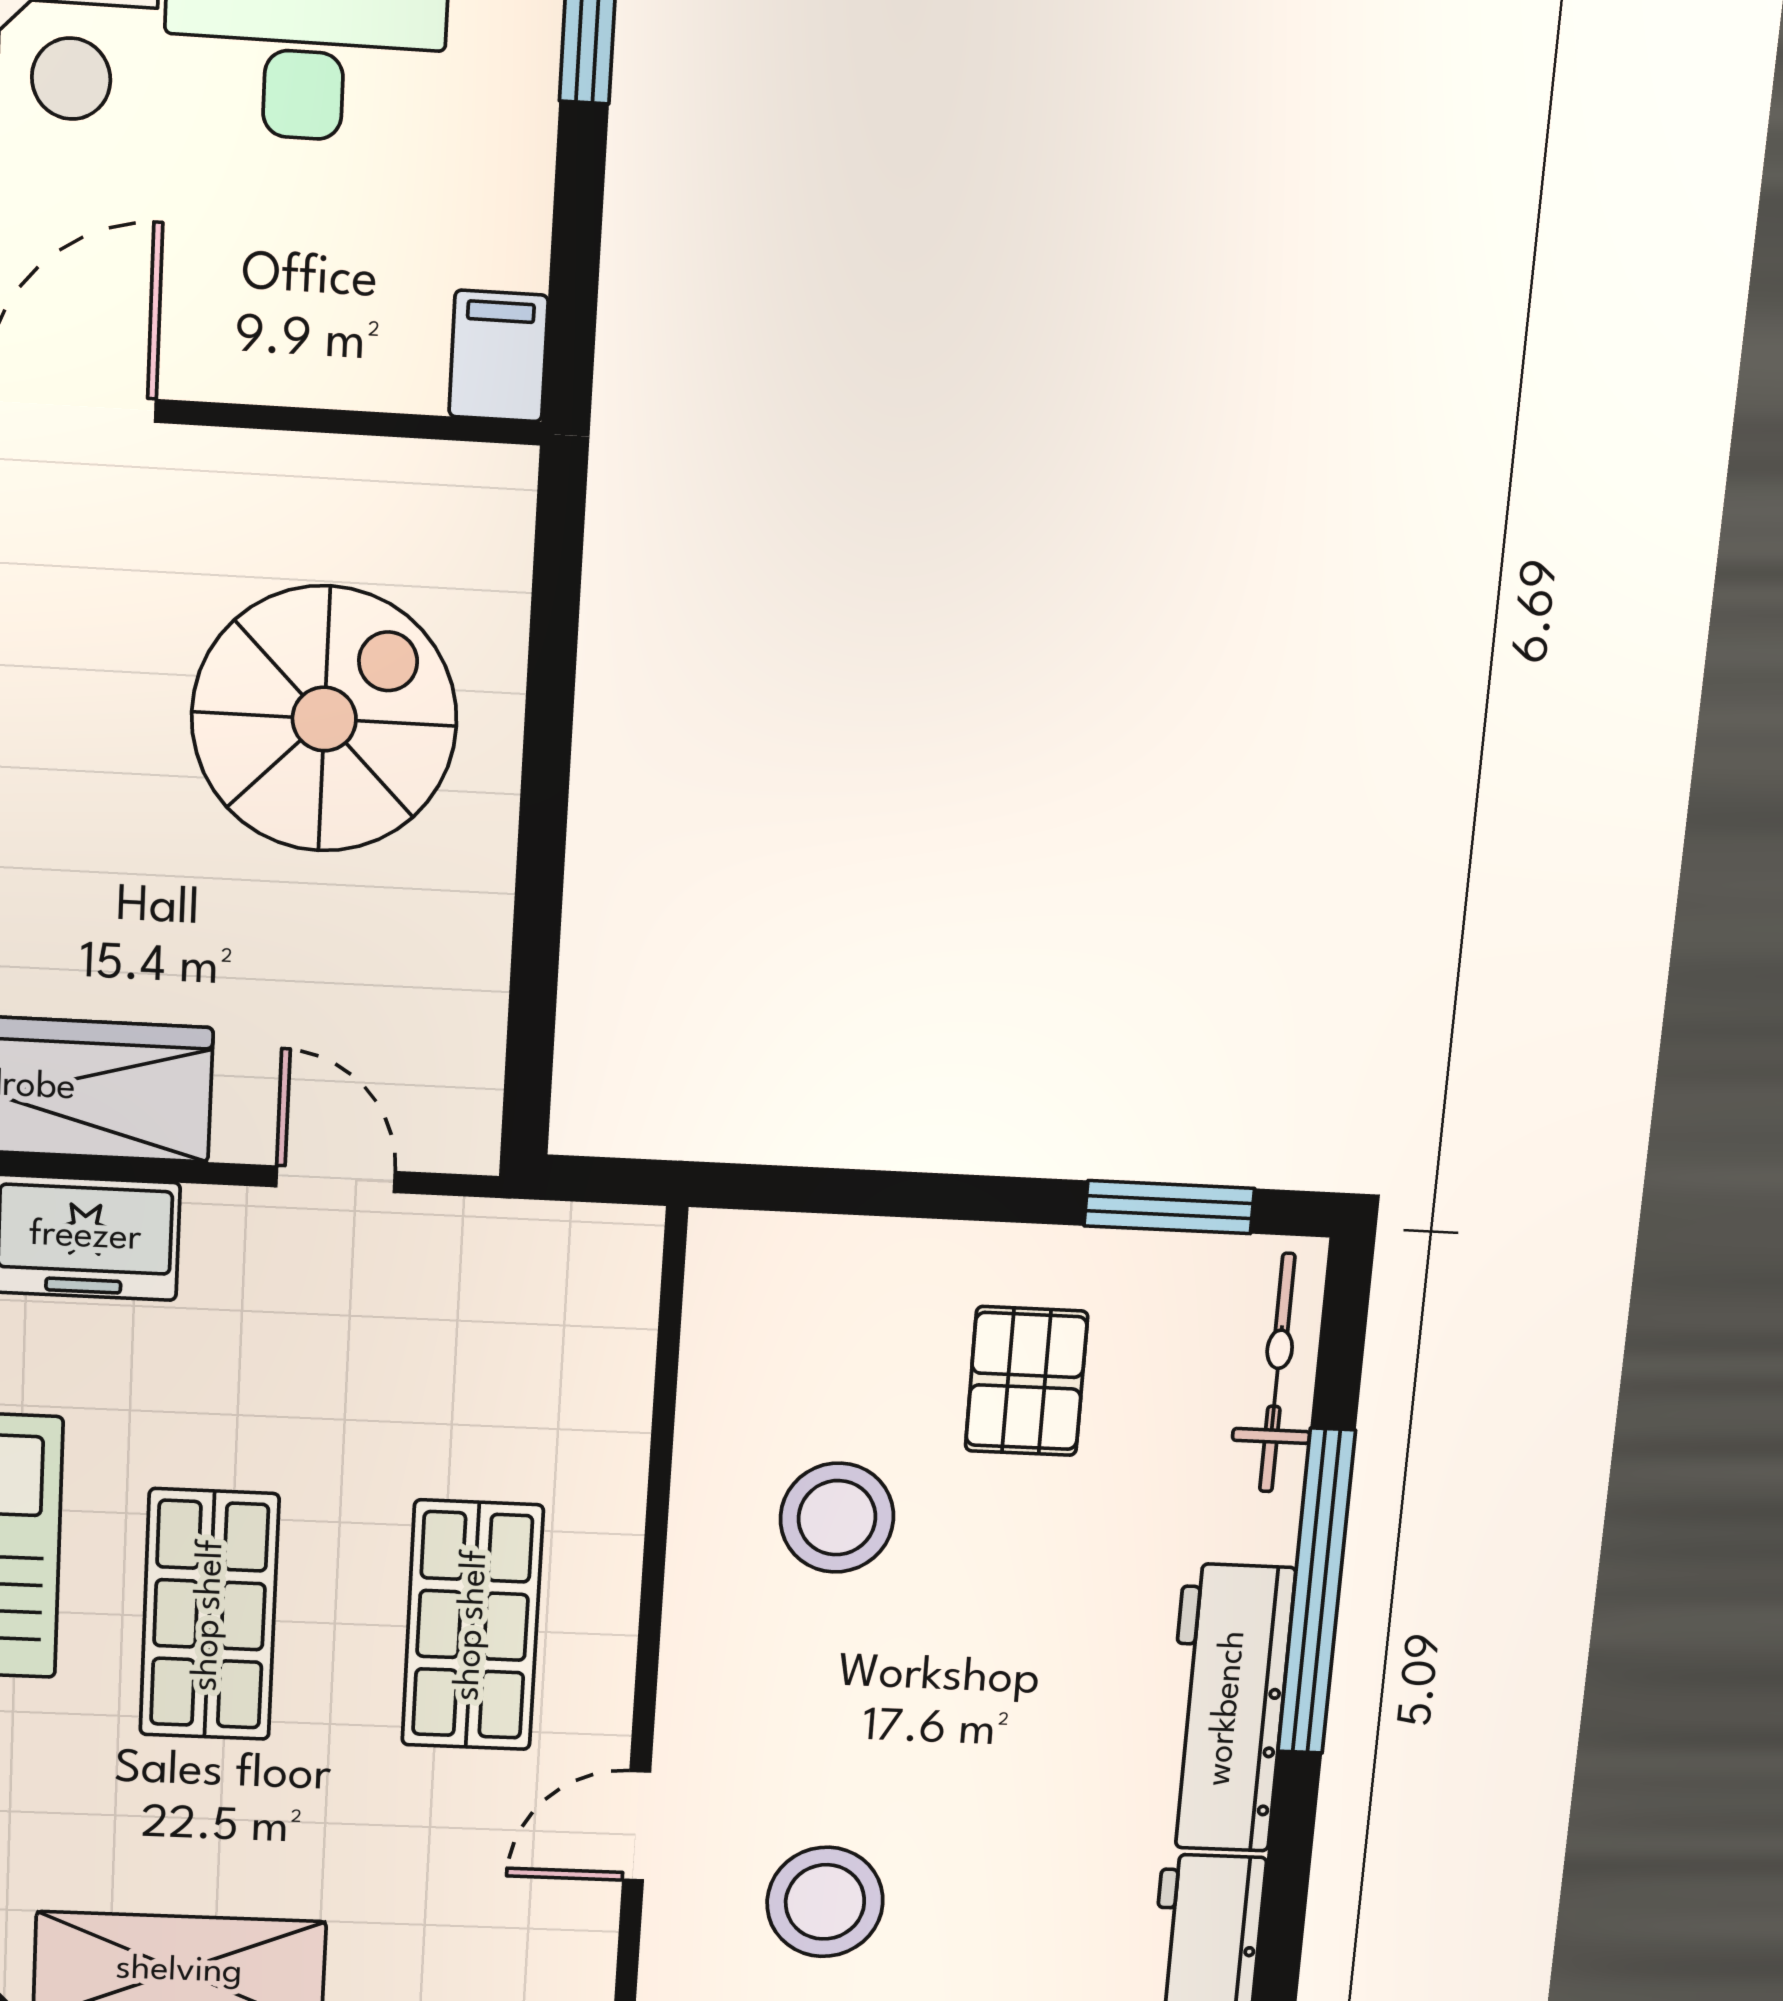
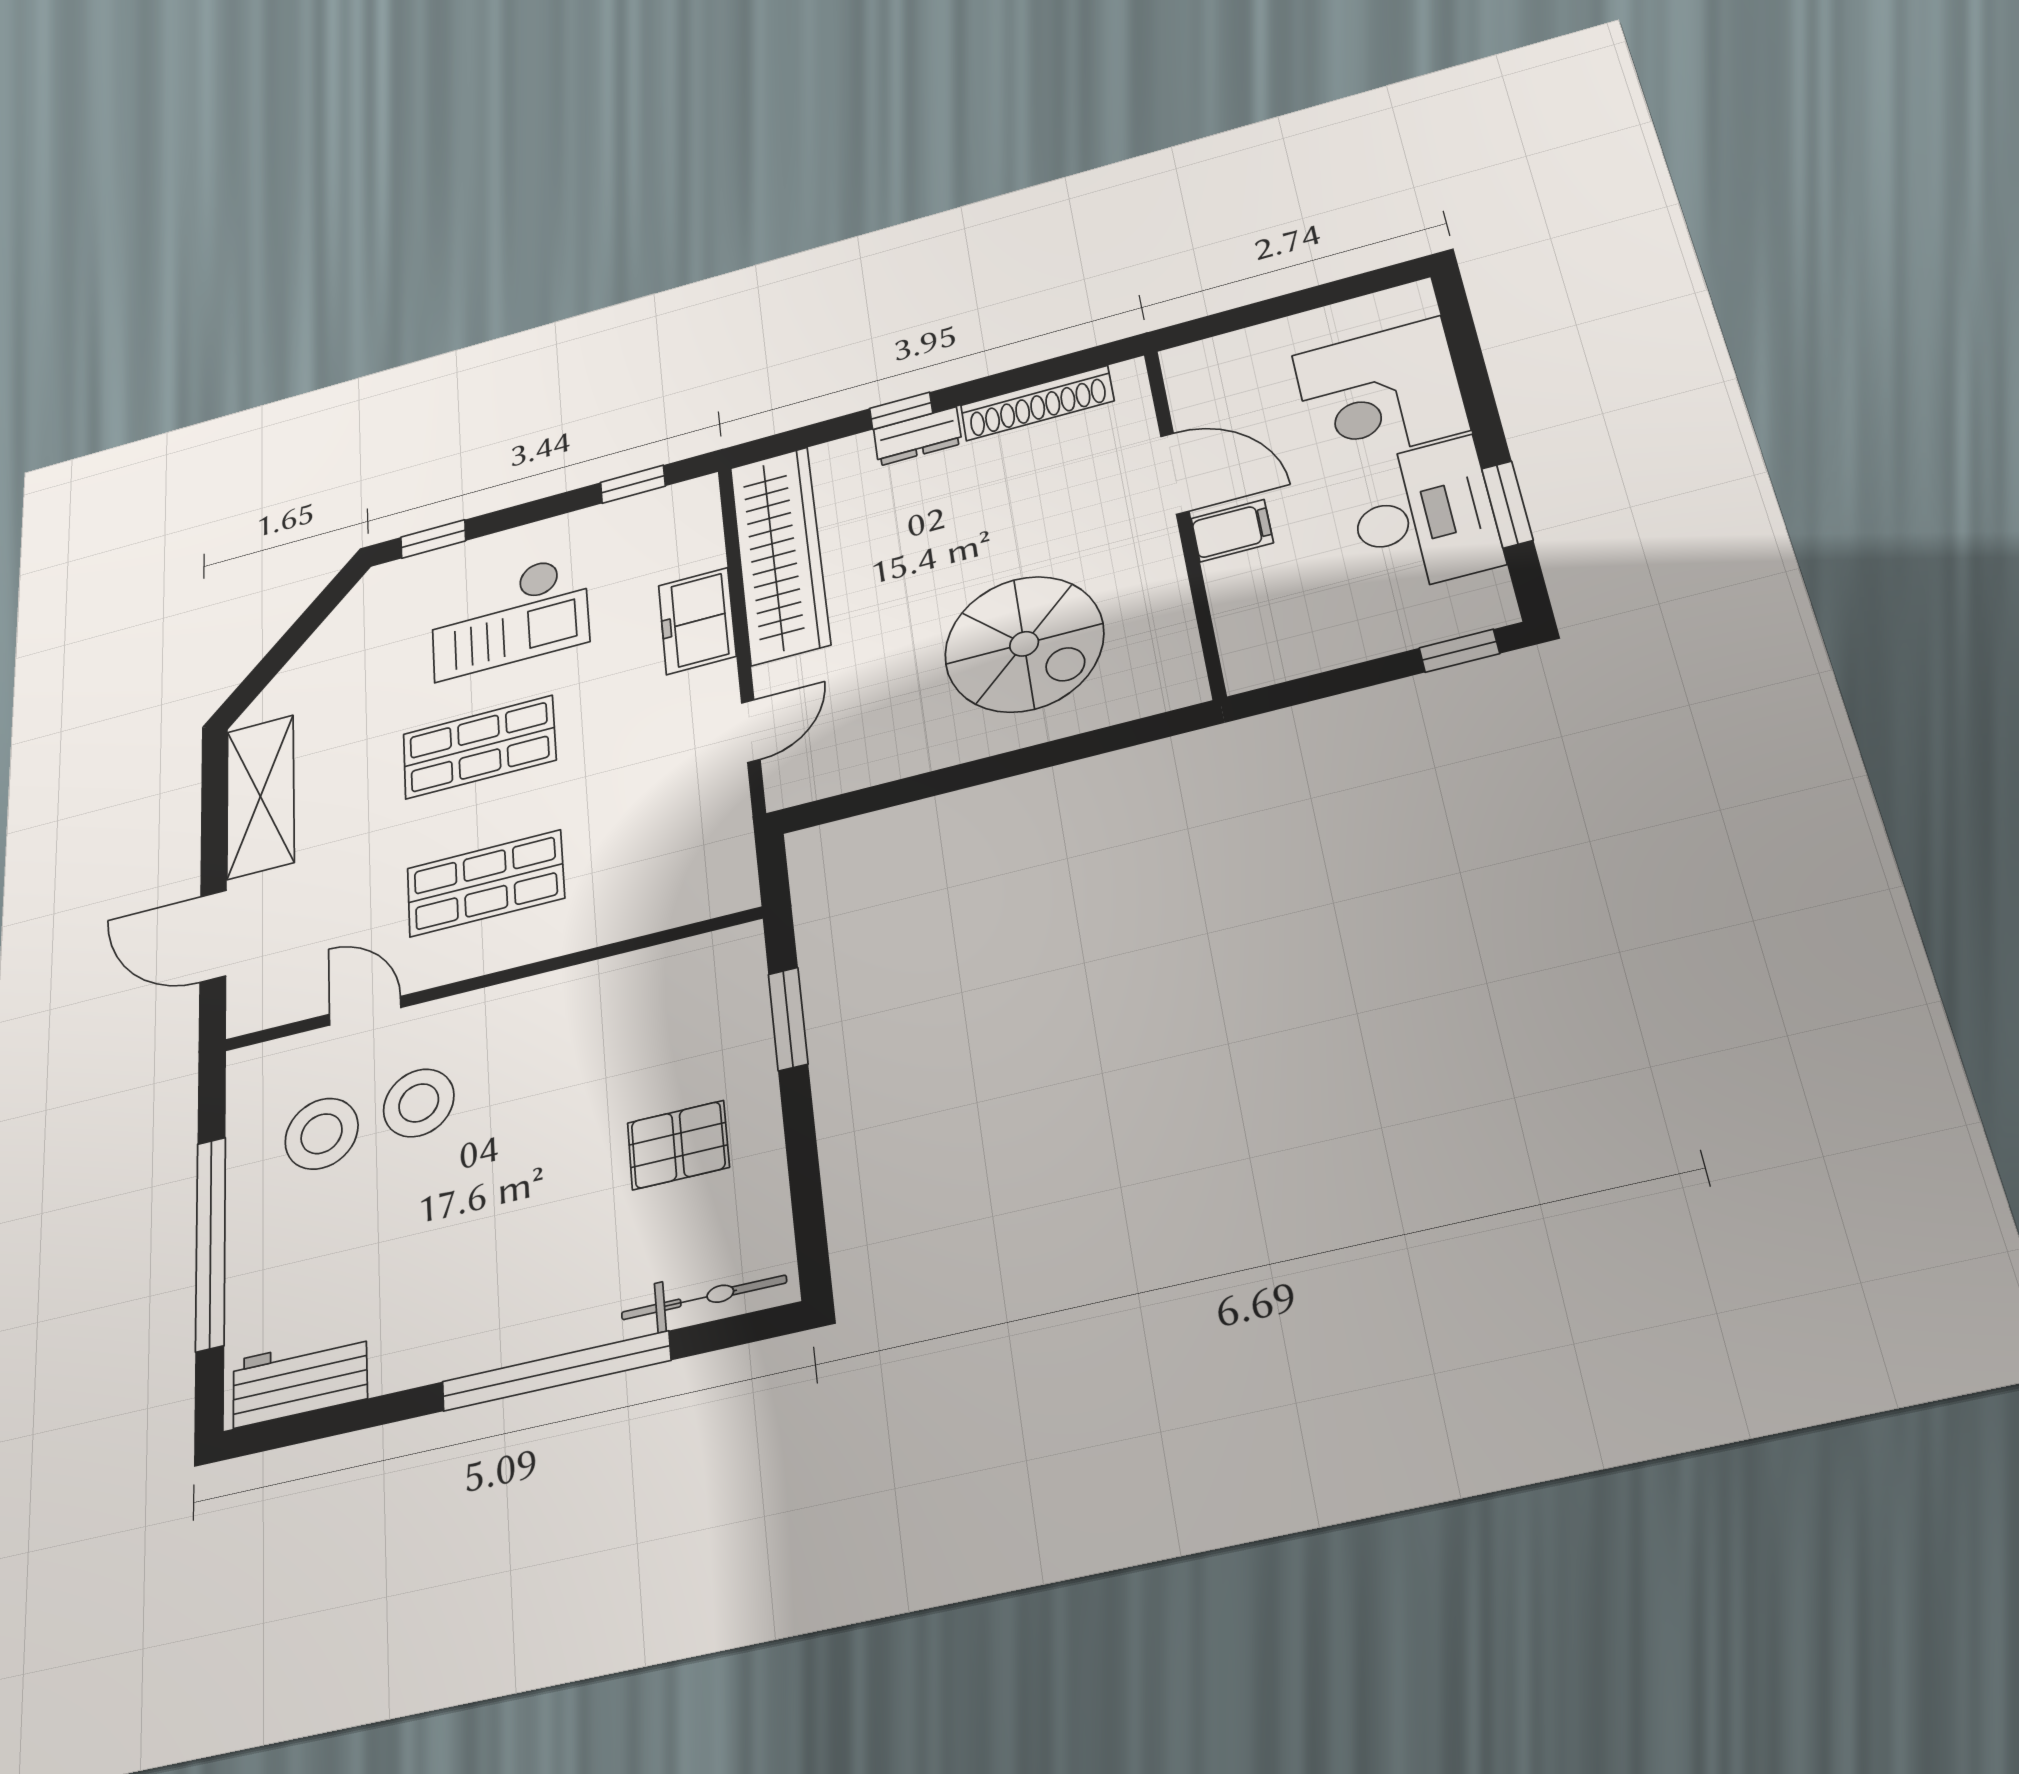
filing cabinet: (499, 356) -> (1232, 531), moved
window: (1169, 1207) -> (788, 1019), moved
stool: (837, 1518) -> (419, 1103), moved
workbench: (1227, 1708) -> (470, 1339), removed

